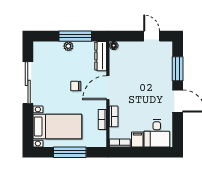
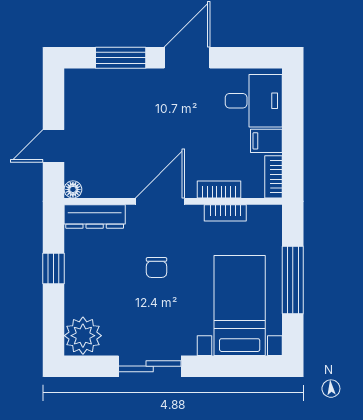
window: (75, 36) -> (54, 269), width x0.46
door: (152, 36) -> (54, 146), moved
plant: (68, 46) -> (83, 336), moved, width x1.88, depth x1.88
sliding door: (28, 83) -> (150, 366), width x0.73
door: (108, 88) -> (160, 201), swing flipped

